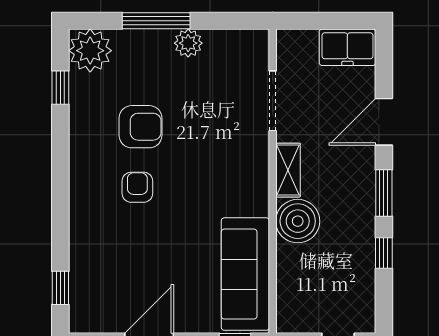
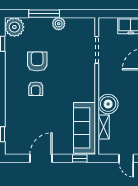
armchair: (141, 127) -> (37, 61), turned -90
shelving: (288, 170) -> (104, 127), moved
armchair: (137, 187) -> (36, 89), turned 180

